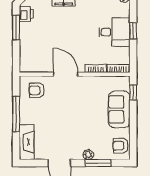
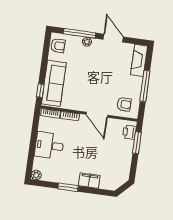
printer: (26, 14) -> (129, 132), moved
window: (16, 27) -> (137, 143), moved
window: (133, 31) -> (33, 144), removed
sofa: (119, 109) -> (54, 83), width x1.36
window: (98, 163) -> (80, 33), width x1.44

